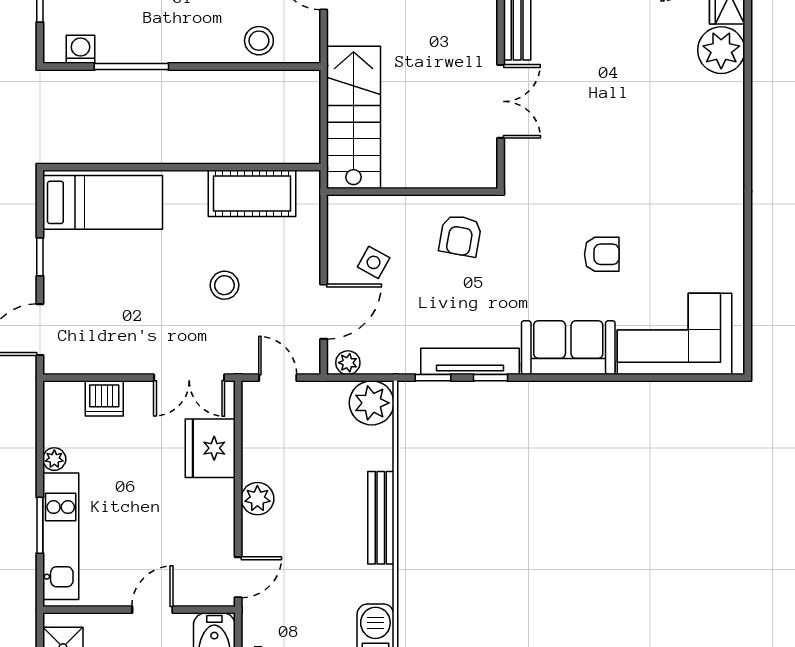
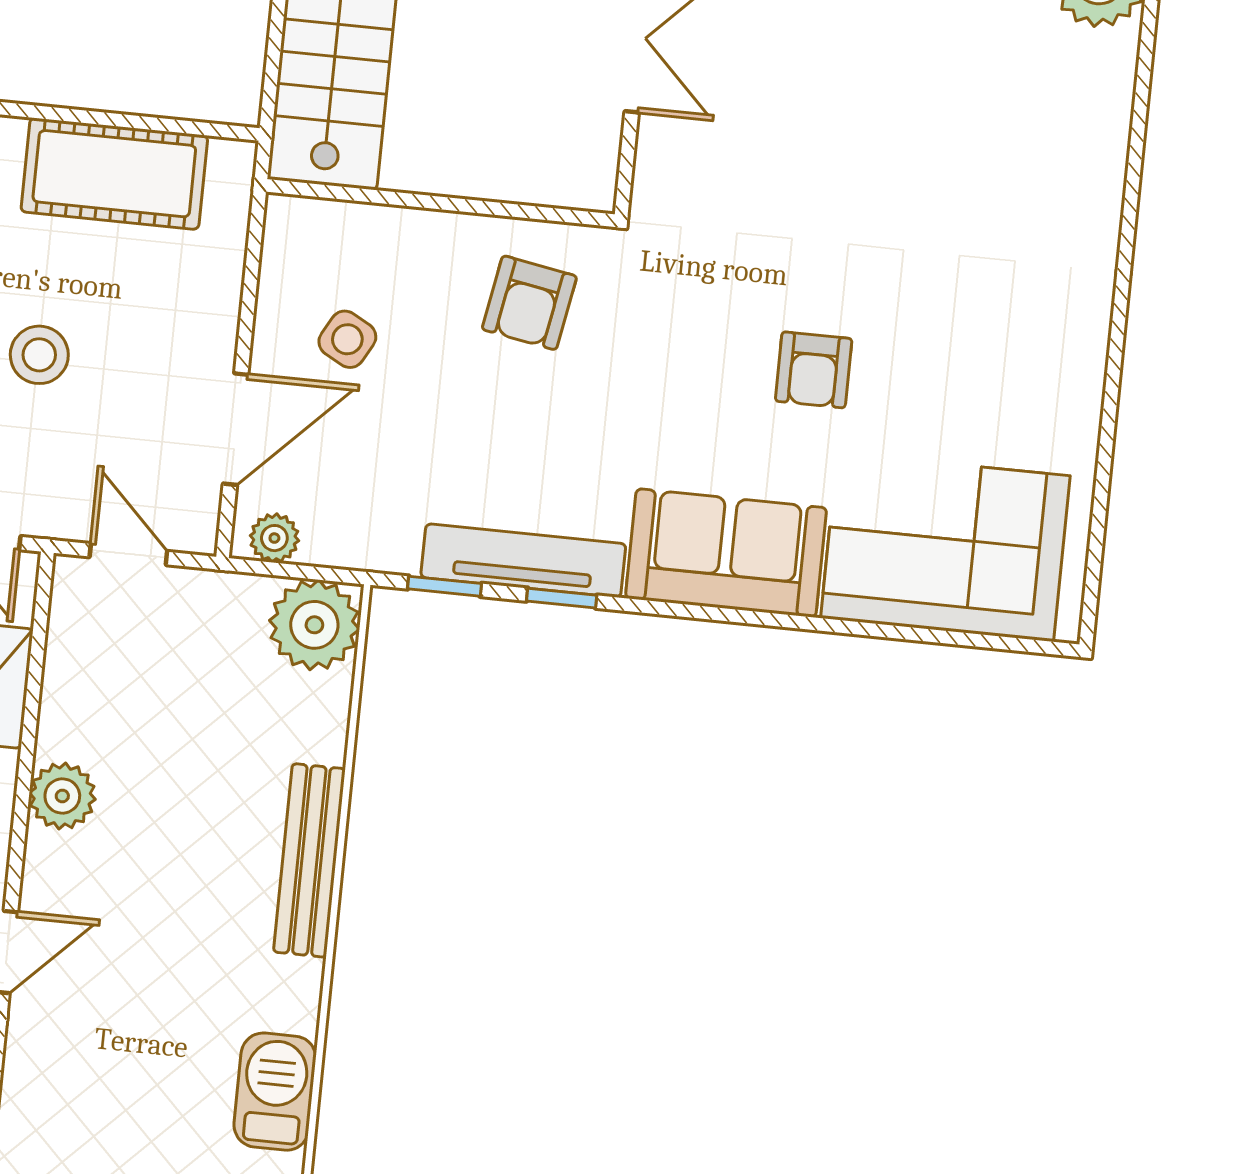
armchair: (602, 254) -> (814, 370), turned 90

